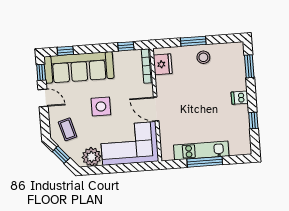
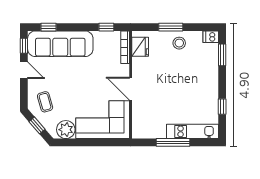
dishwasher: (240, 98) -> (211, 37), moved
side table: (101, 106) -> (78, 82), removed
kitchen unit: (201, 150) -> (192, 131), moved

